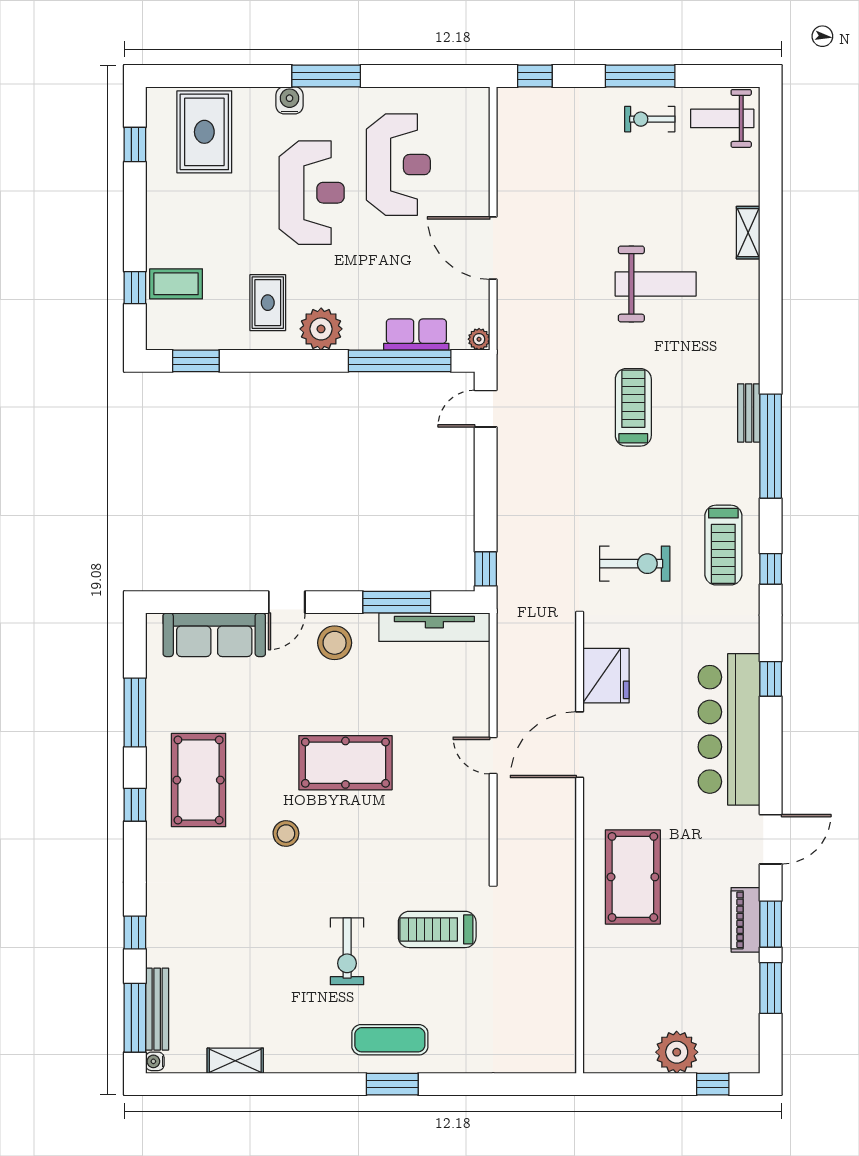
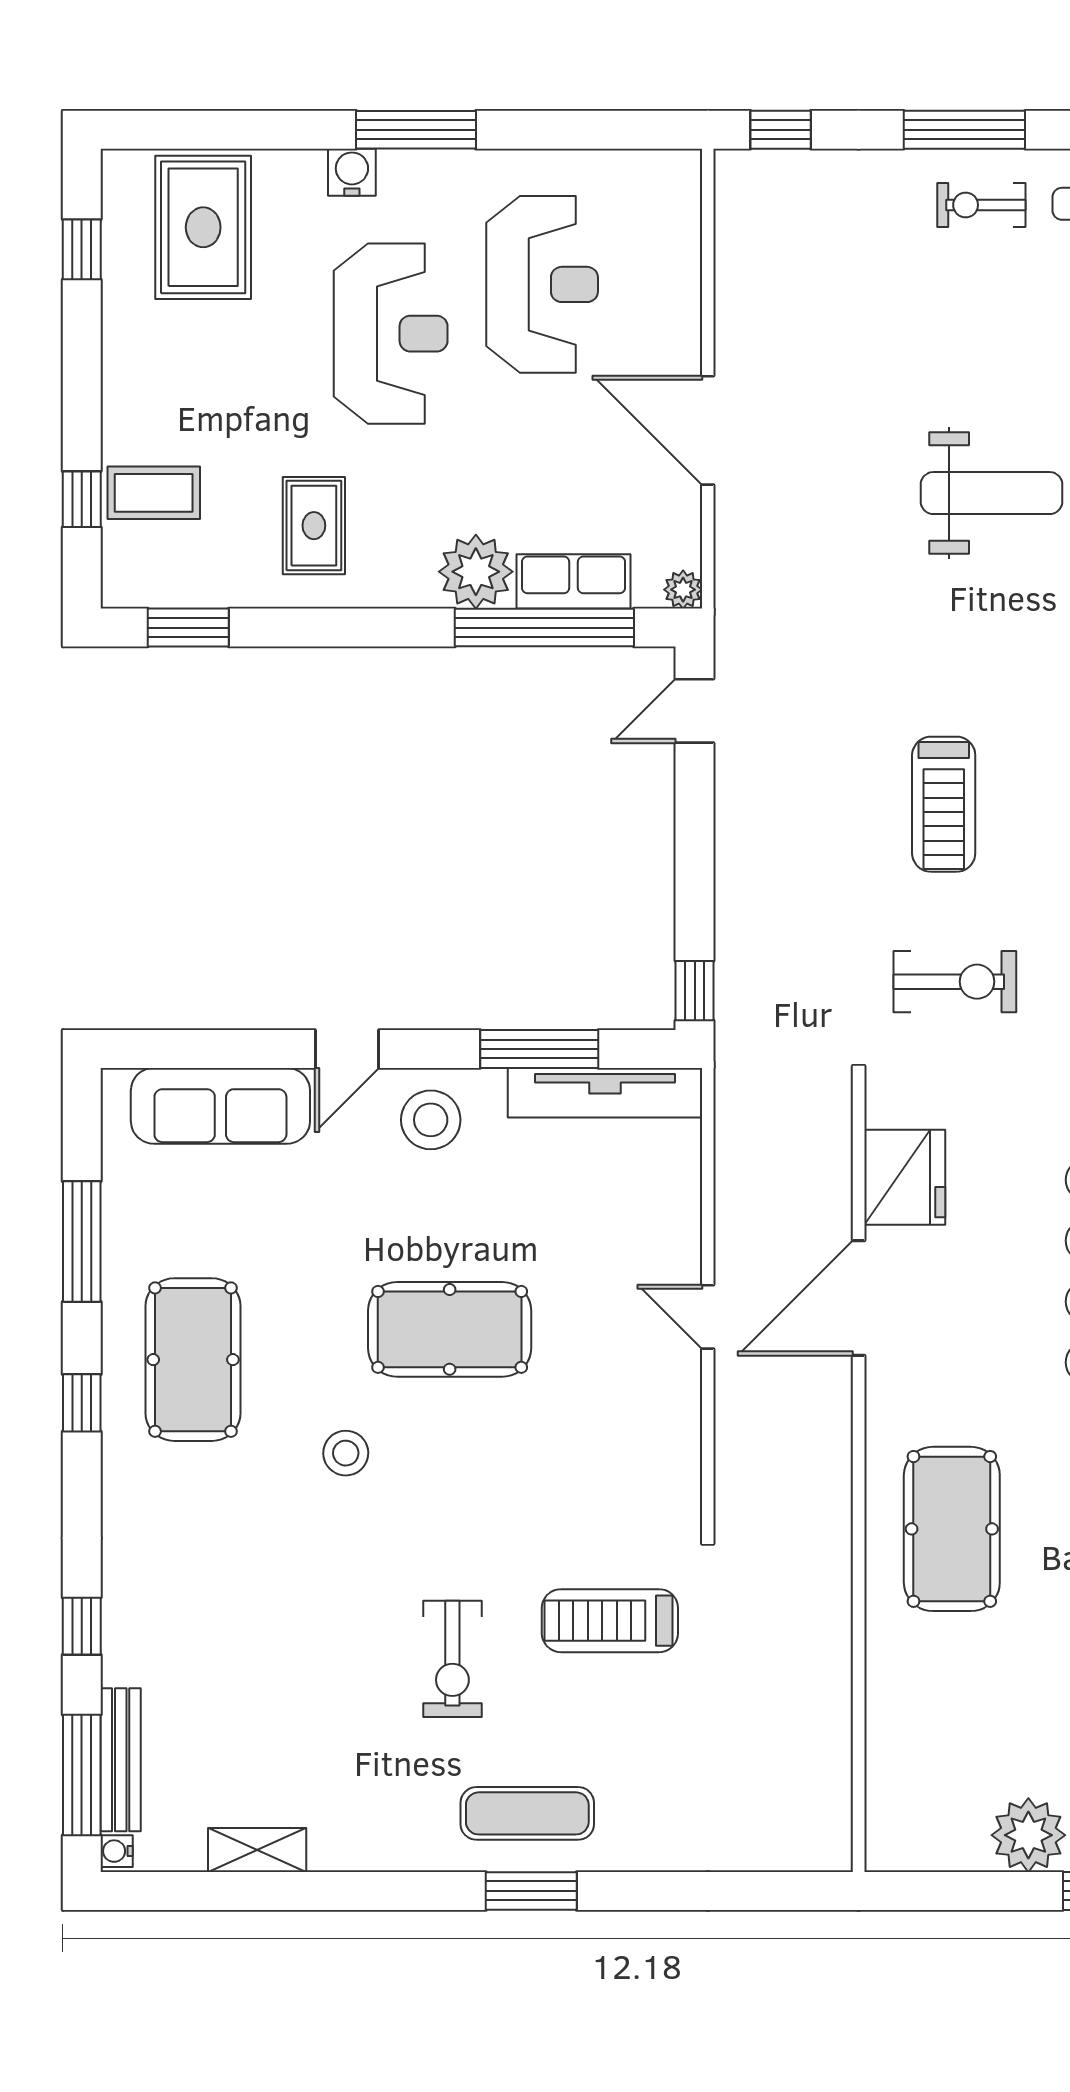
plant: (321, 329) -> (476, 572), moved
treadmill: (633, 407) -> (944, 804), moved, turned 180

